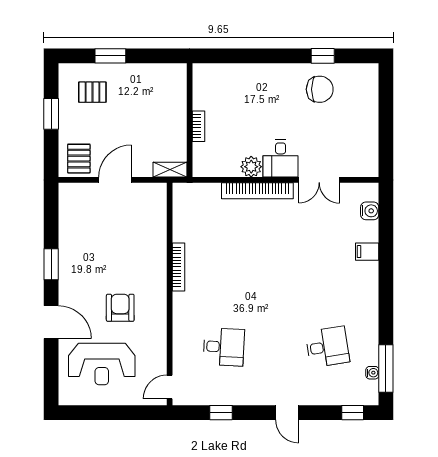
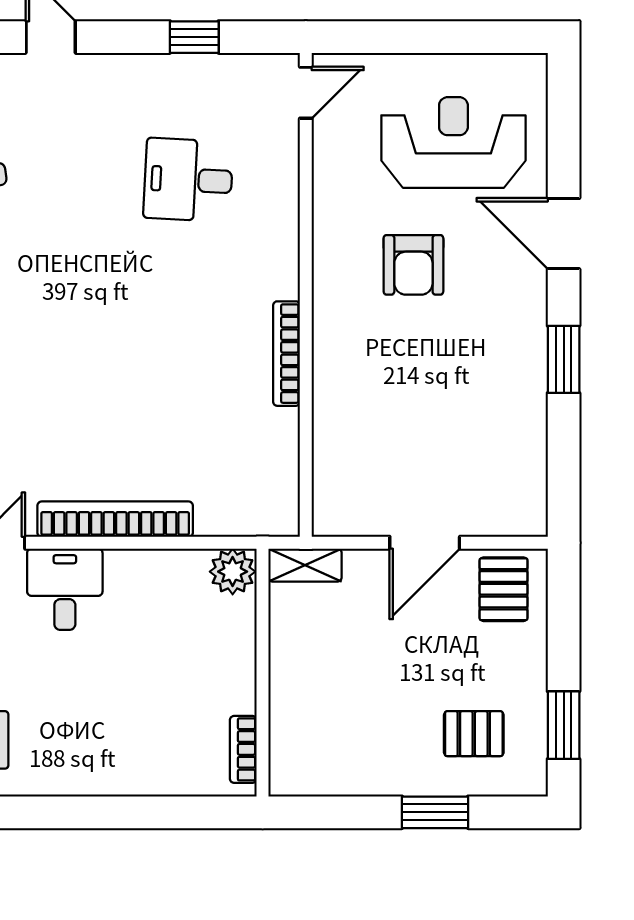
window: (51, 114) -> (564, 725), moved
bookcase: (198, 126) -> (243, 749), moved
plant: (251, 167) -> (233, 572), moved

